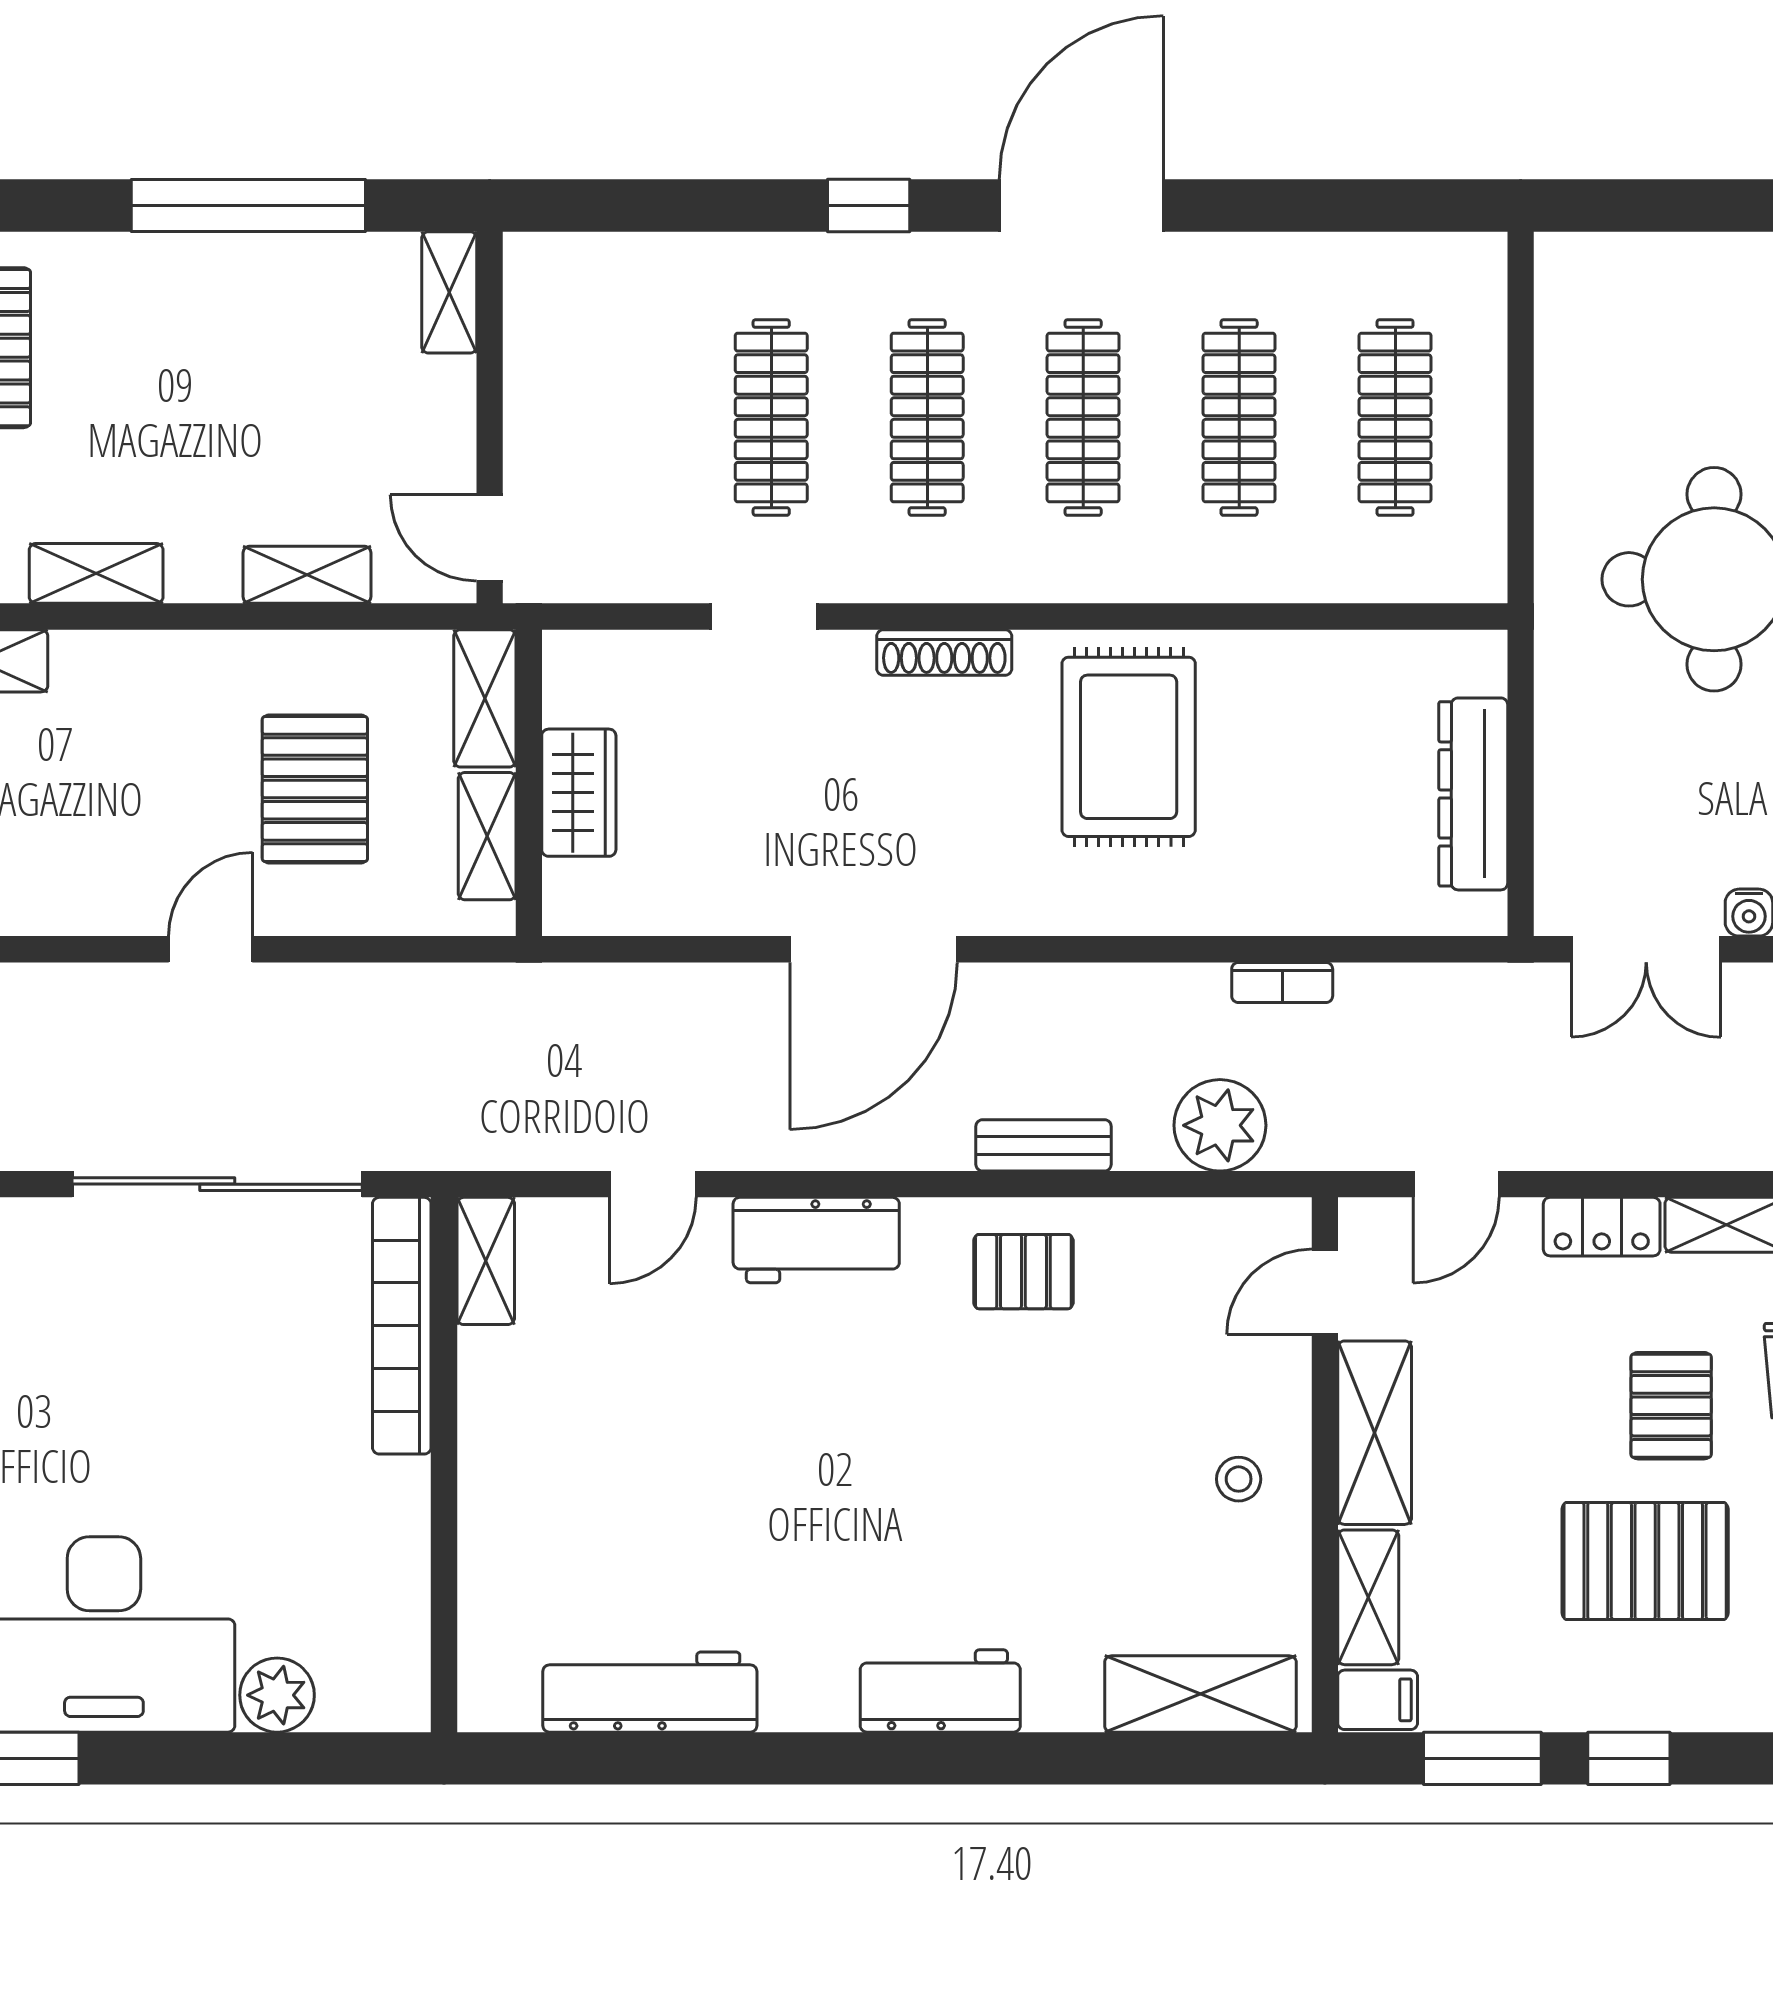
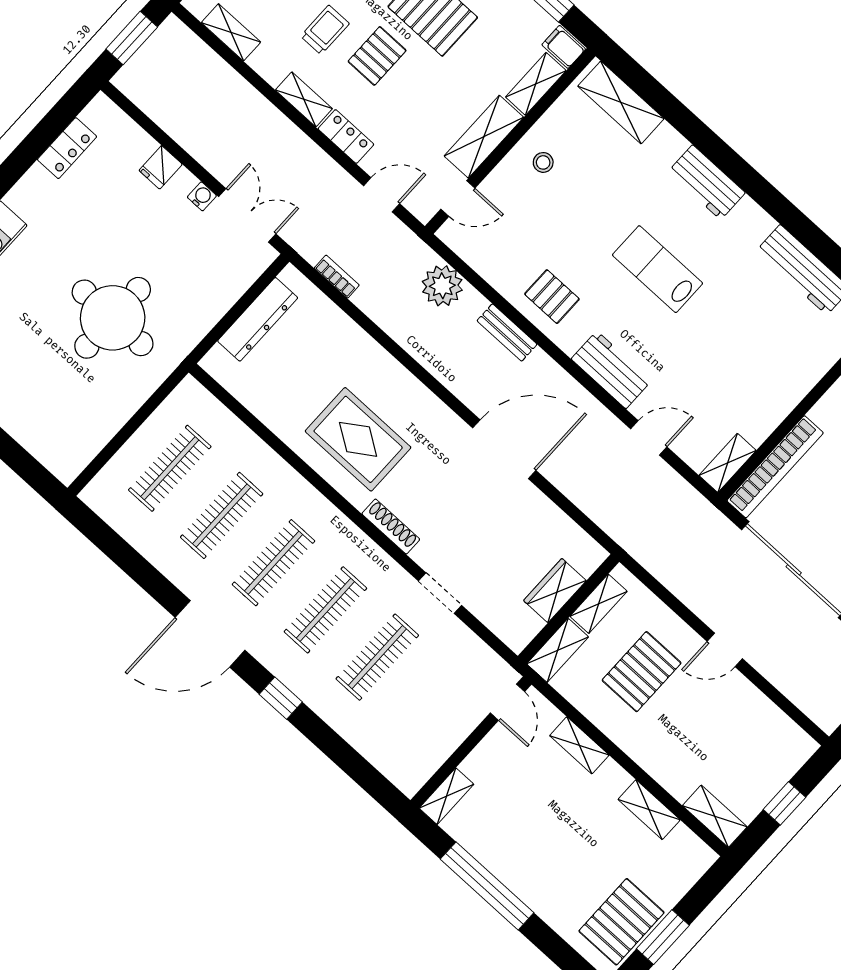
rug: (1129, 747) -> (358, 439), turned 90
bookcase: (1282, 982) -> (337, 277), moved
lab bench: (891, 1475) -> (658, 269), added

